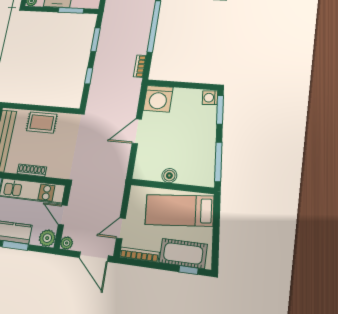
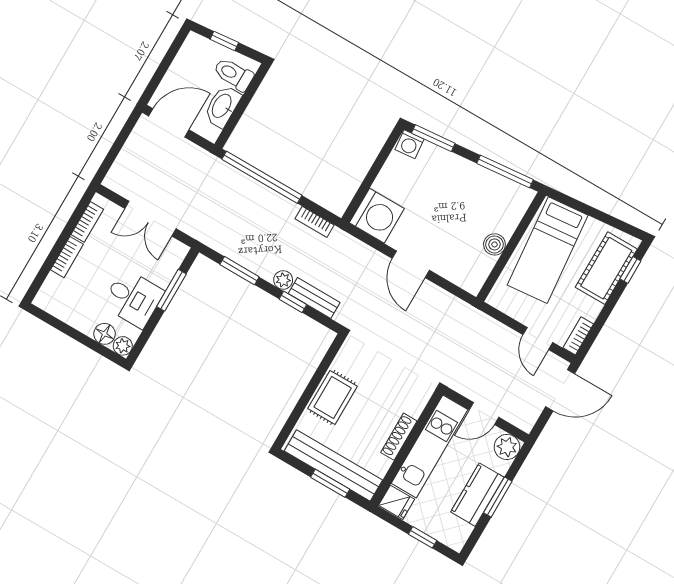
bench: (95, 86) -> (314, 298), added
plant: (67, 243) -> (283, 280), moved
bookcase: (139, 255) -> (578, 336), width x0.64

